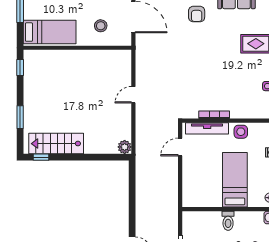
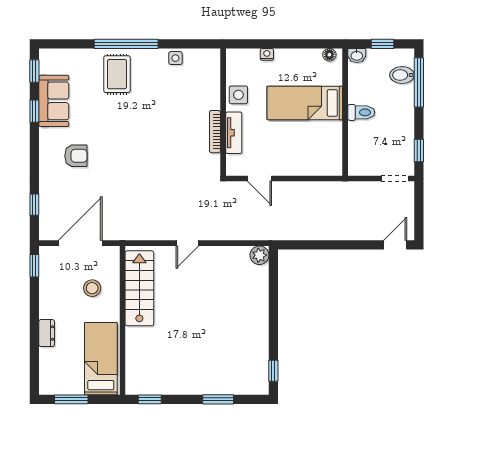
door: (133, 95) -> (187, 243), hinge flipped
tv unit: (207, 128) -> (234, 133), width x0.71
stairs: (56, 144) -> (139, 288), moved, turned 180

